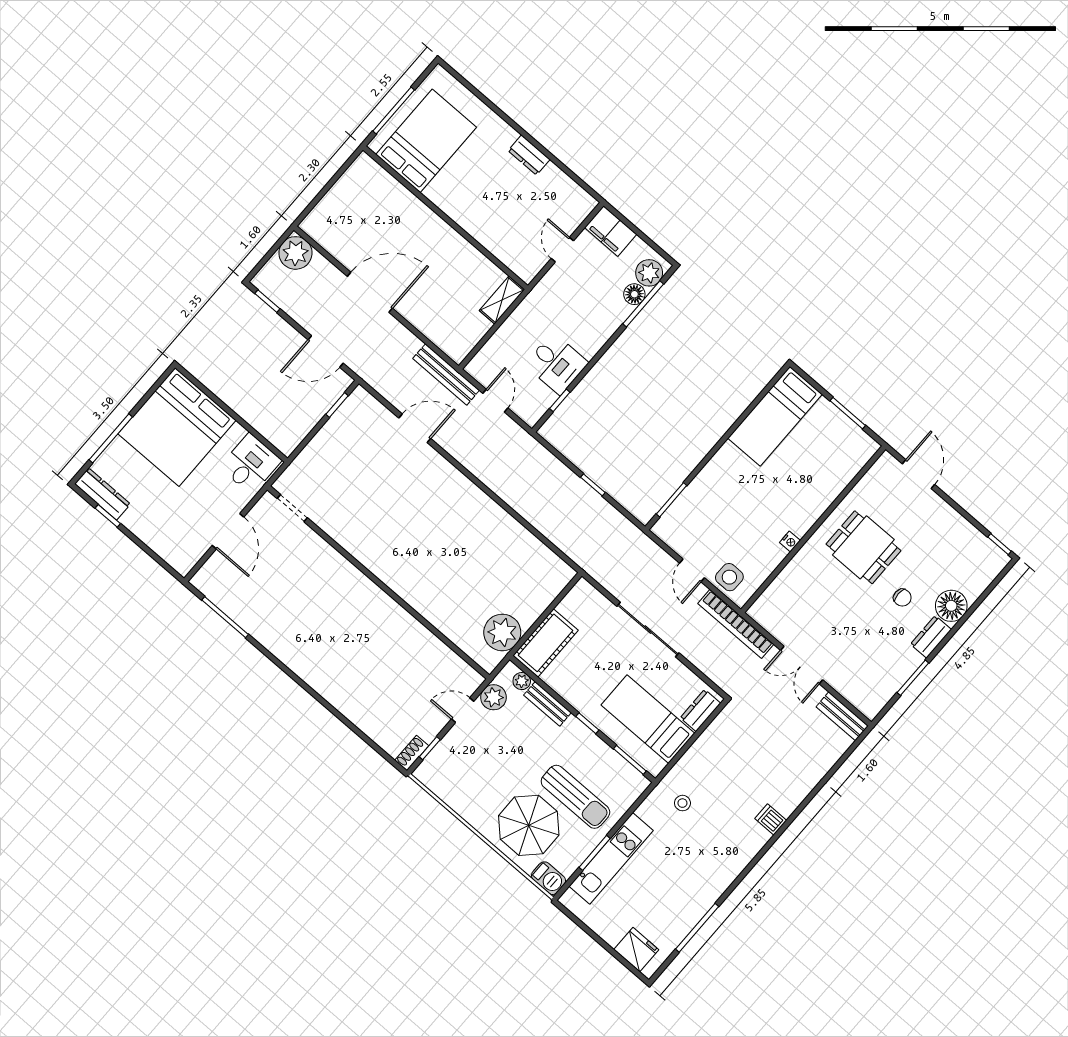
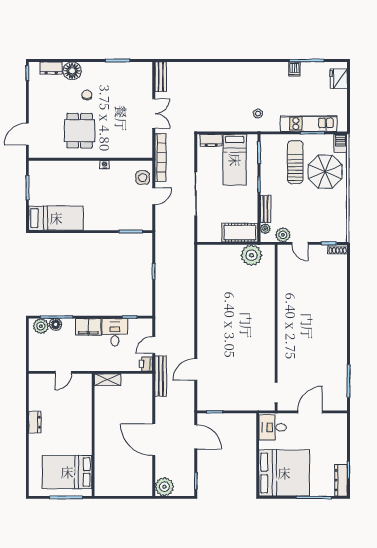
filing cabinet: (611, 231) -> (88, 327), moved, turned 90
printer: (479, 369) -> (146, 364), added
door: (415, 428) -> (196, 370), hinge flipped
dresser: (931, 637) -> (51, 68), moved
dishwasher: (771, 819) -> (294, 69), moved

